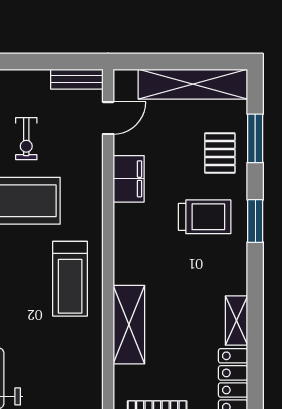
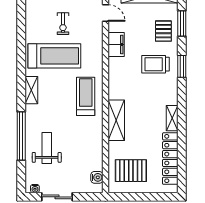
door: (108, 118) -> (105, 13), hinge flipped
trolley: (205, 217) -> (156, 64), turned 180
treadmill: (70, 279) -> (86, 96), turned 180

